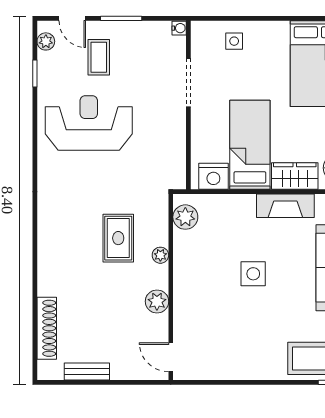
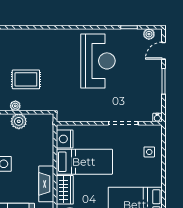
coffee table: (99, 57) -> (139, 67), removed
plant: (185, 217) -> (19, 121), moved

